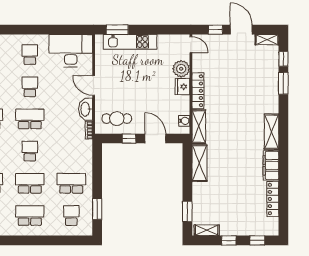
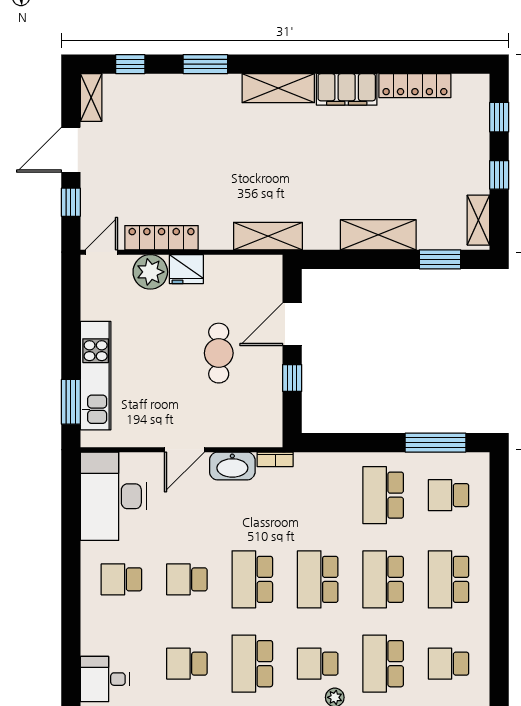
window: (283, 83) -> (205, 64), moved
locker: (198, 91) -> (162, 238), moved
cafe table: (117, 119) -> (219, 353), moved
water cooler: (184, 121) -> (256, 266), removed
school desk: (30, 151) -> (318, 579), width x1.85
shelving: (199, 163) -> (378, 235), moved
window: (97, 209) -> (435, 443), width x1.44

